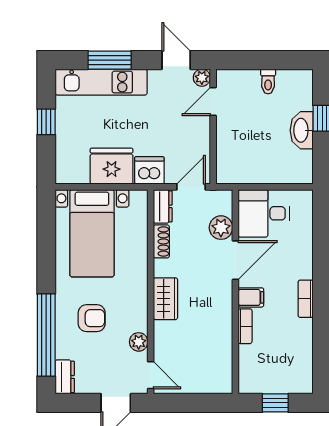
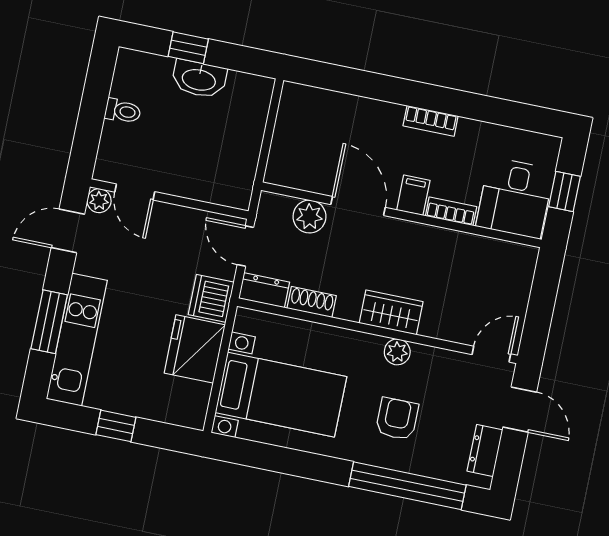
desk: (264, 213) -> (515, 198), moved
plant: (139, 342) -> (397, 352), moved
dresser: (65, 377) -> (485, 450), moved, turned -90

